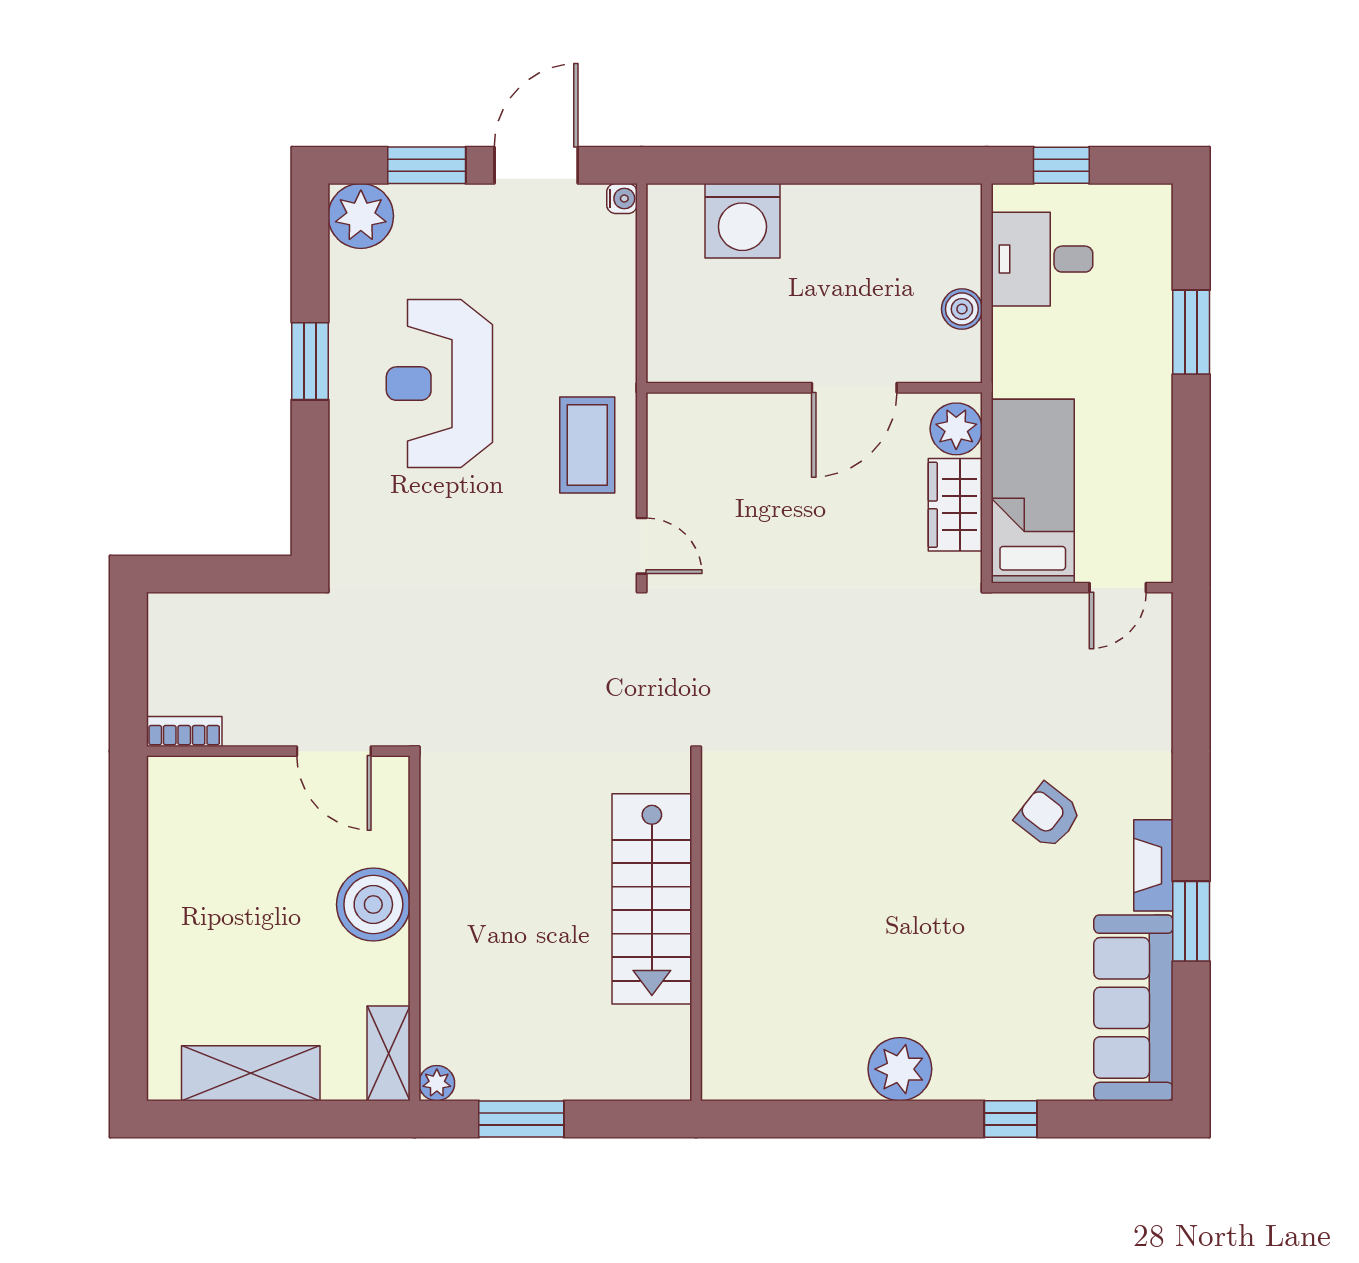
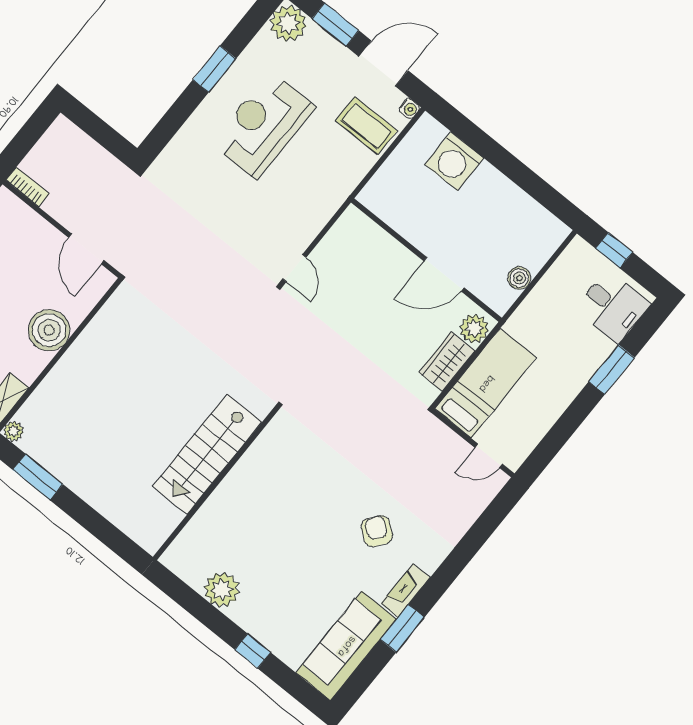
desk: (1042, 259) -> (613, 306), moved, turned 180
coffee table: (587, 445) -> (366, 126), moved, turned 90
stairs: (652, 899) -> (207, 454), moved
wall: (696, 928) -> (216, 483), moved

